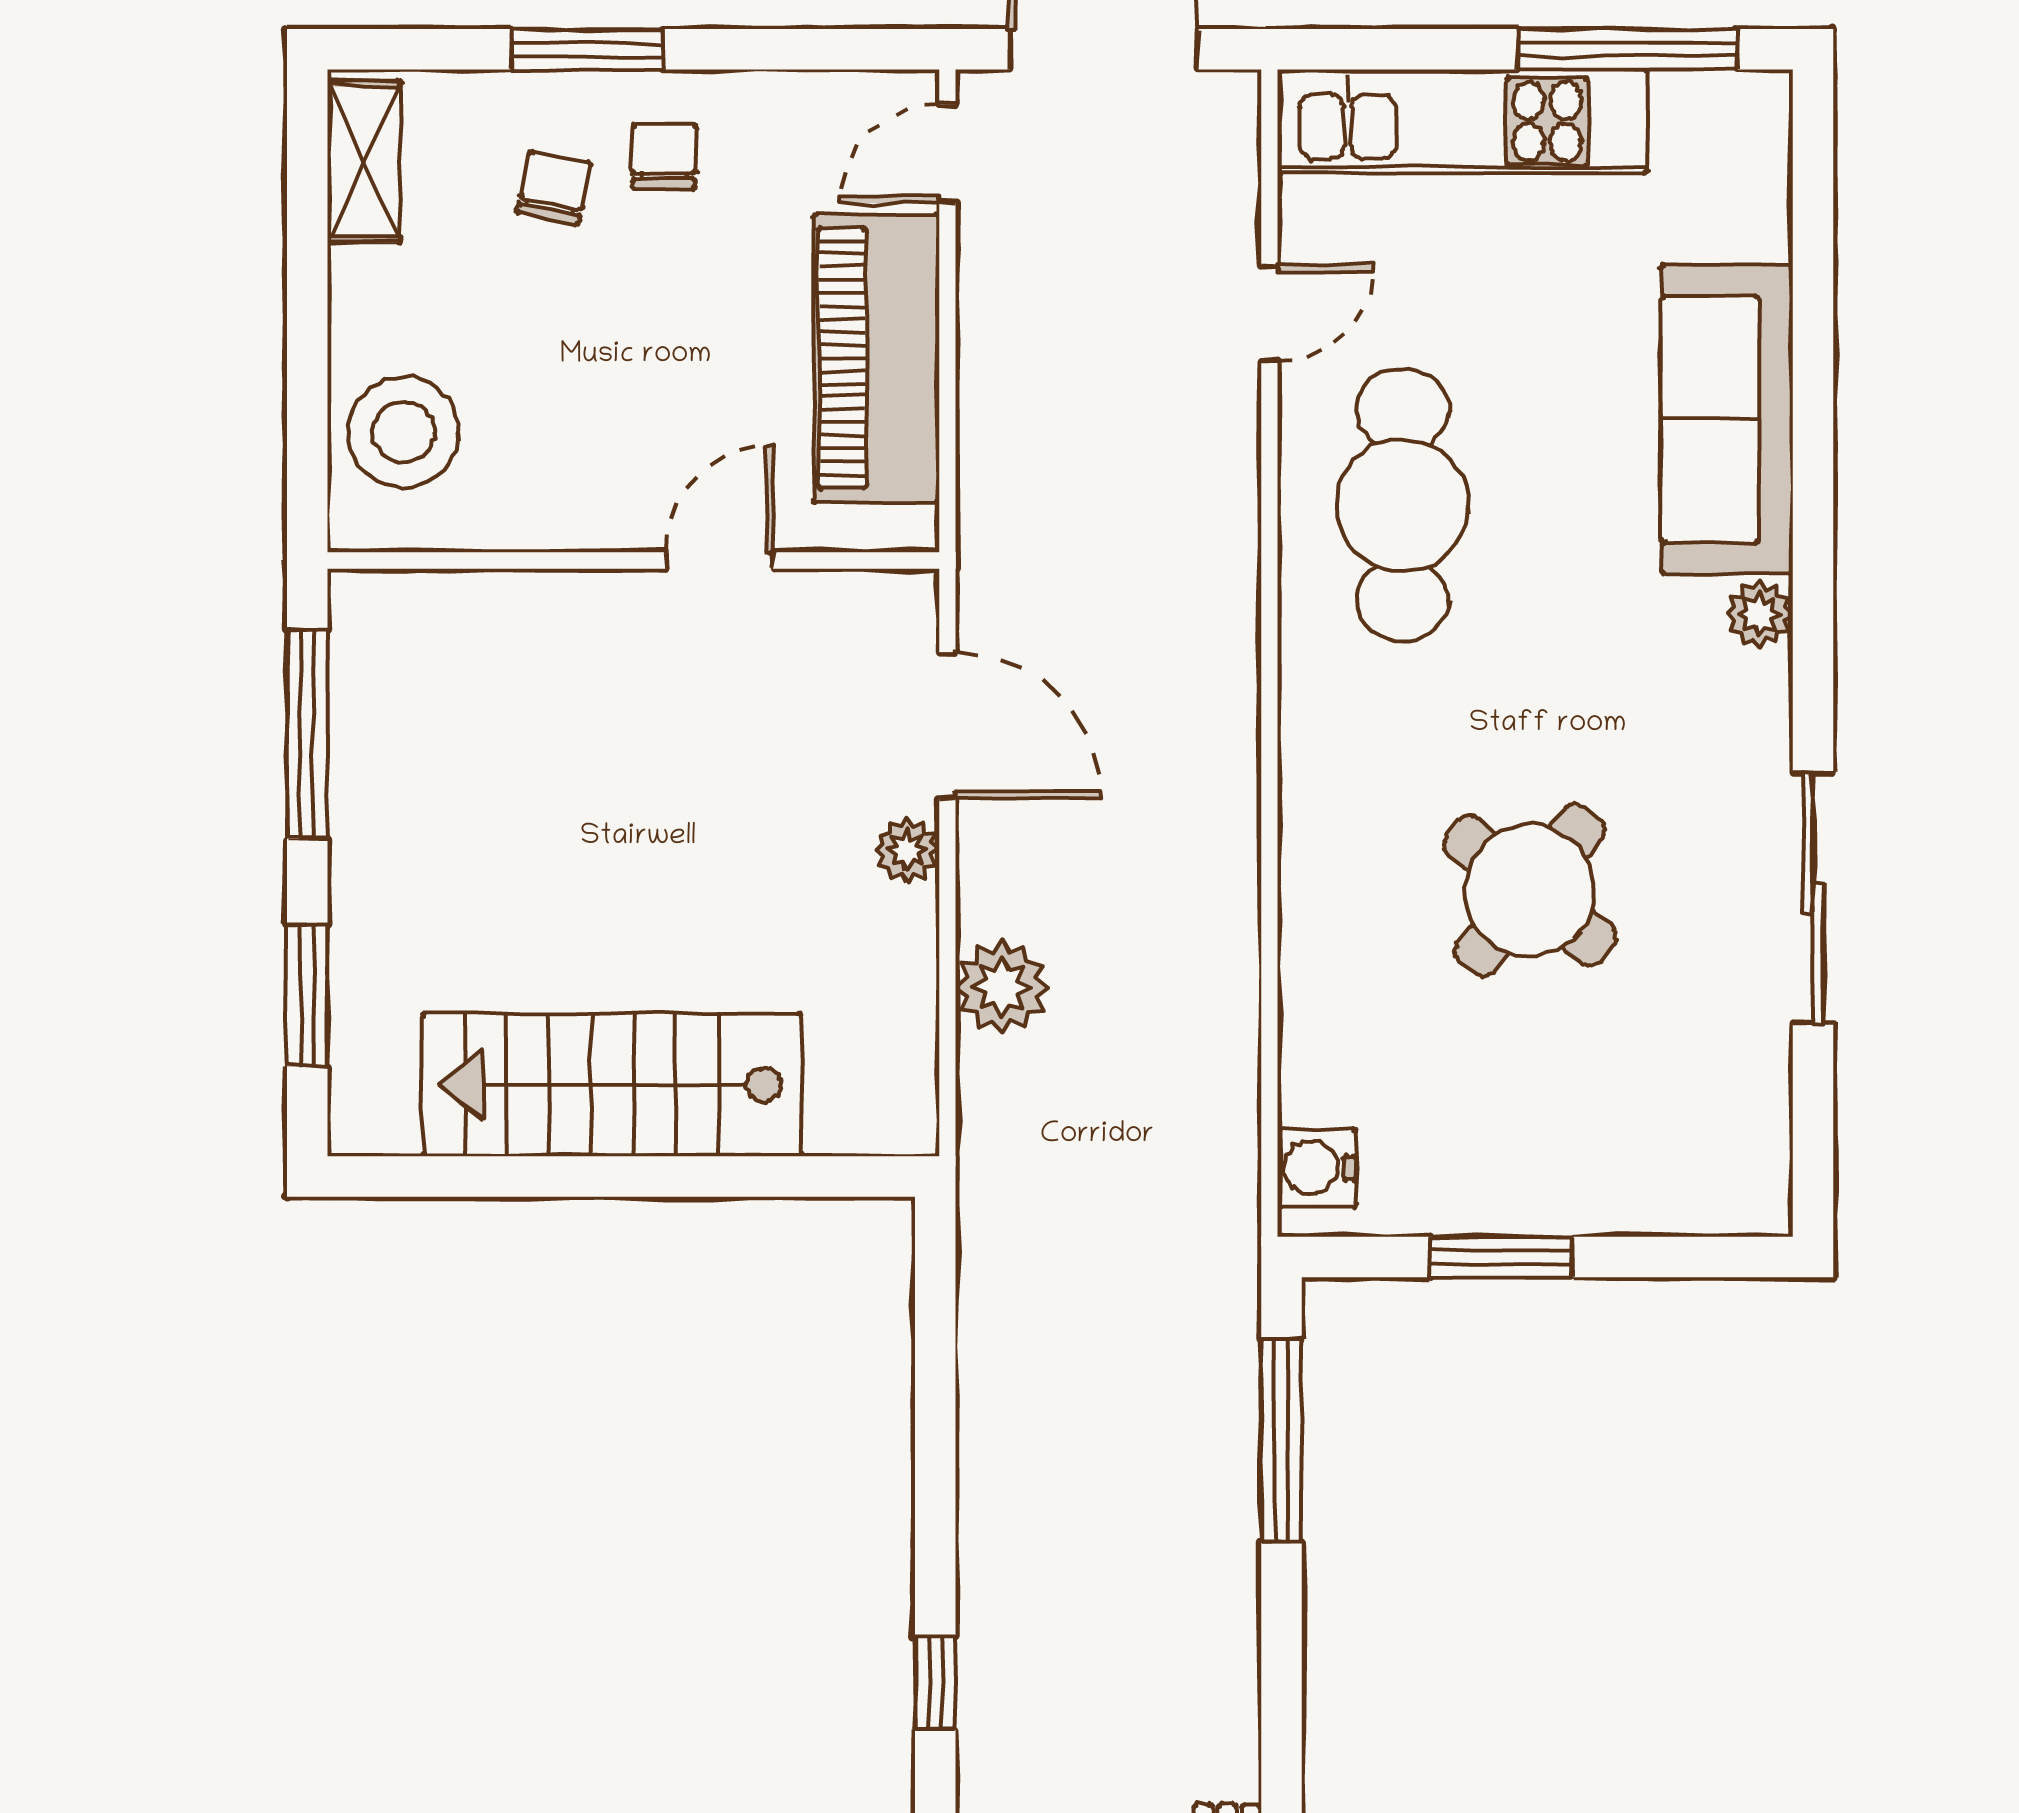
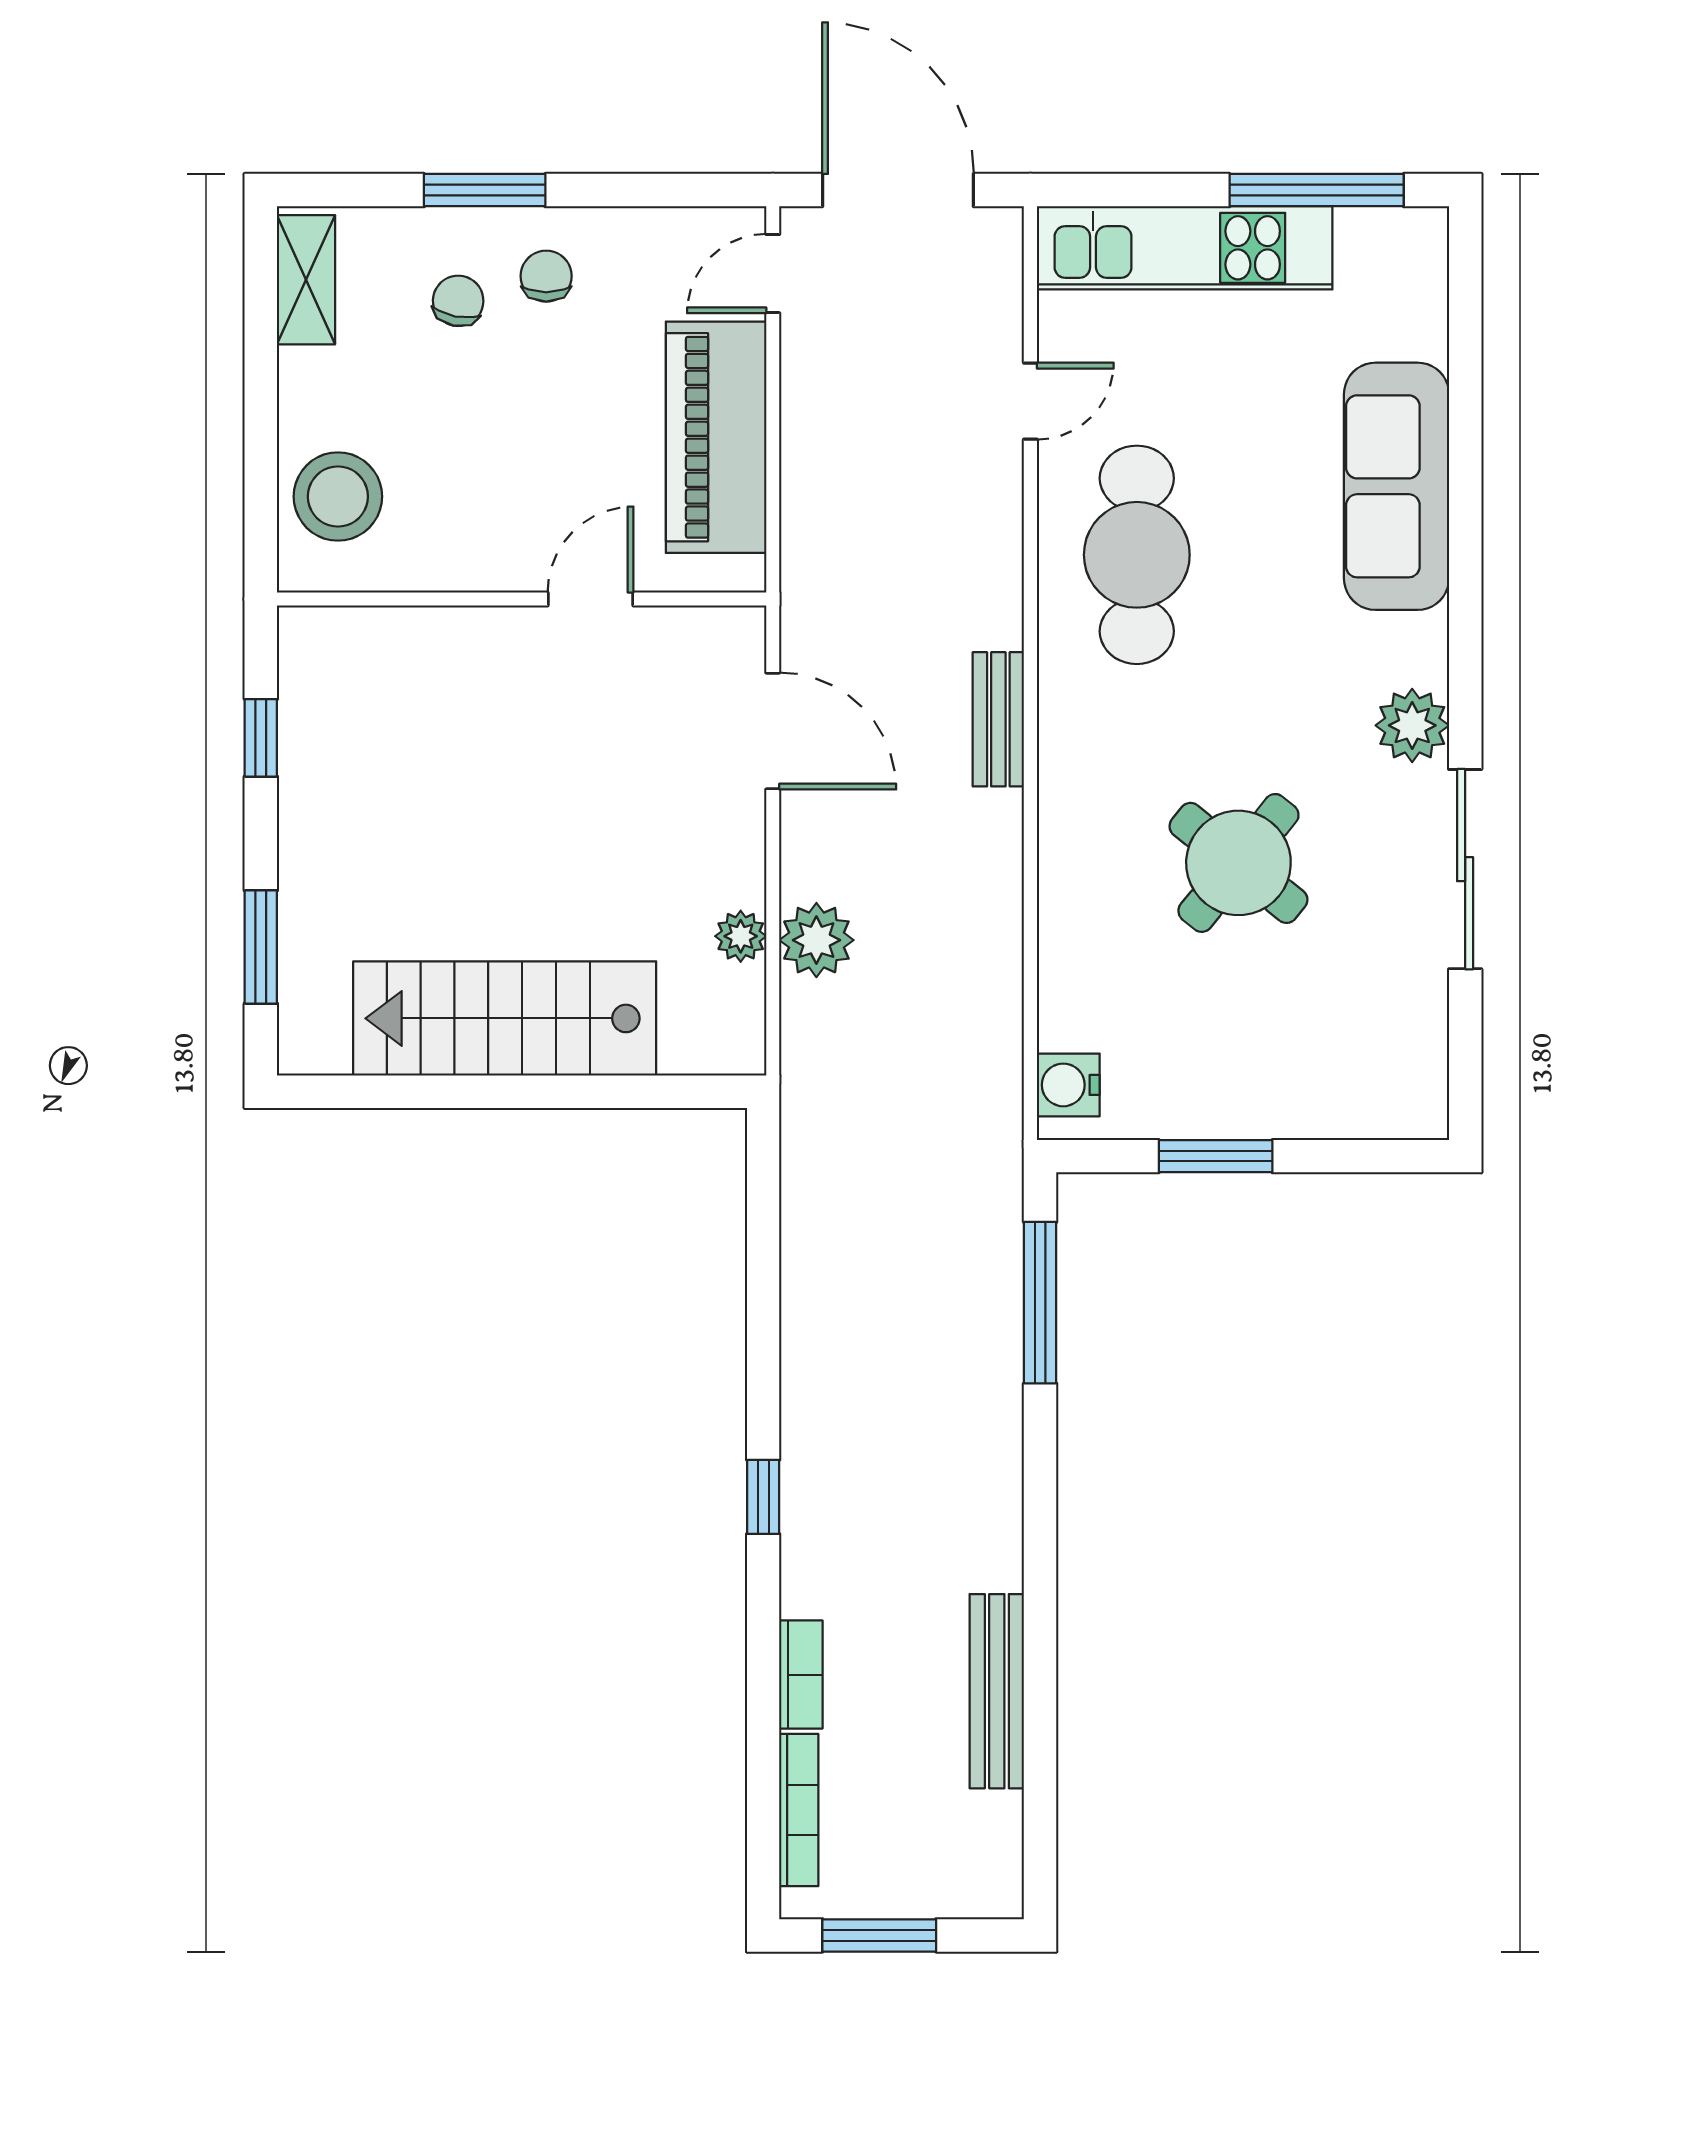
plant: (1759, 614) -> (1412, 725), moved, width x1.38, depth x1.38
bench: (1229, 711) -> (998, 719), added
window: (307, 734) -> (261, 738), width x0.46
plant: (907, 850) -> (741, 936), moved

